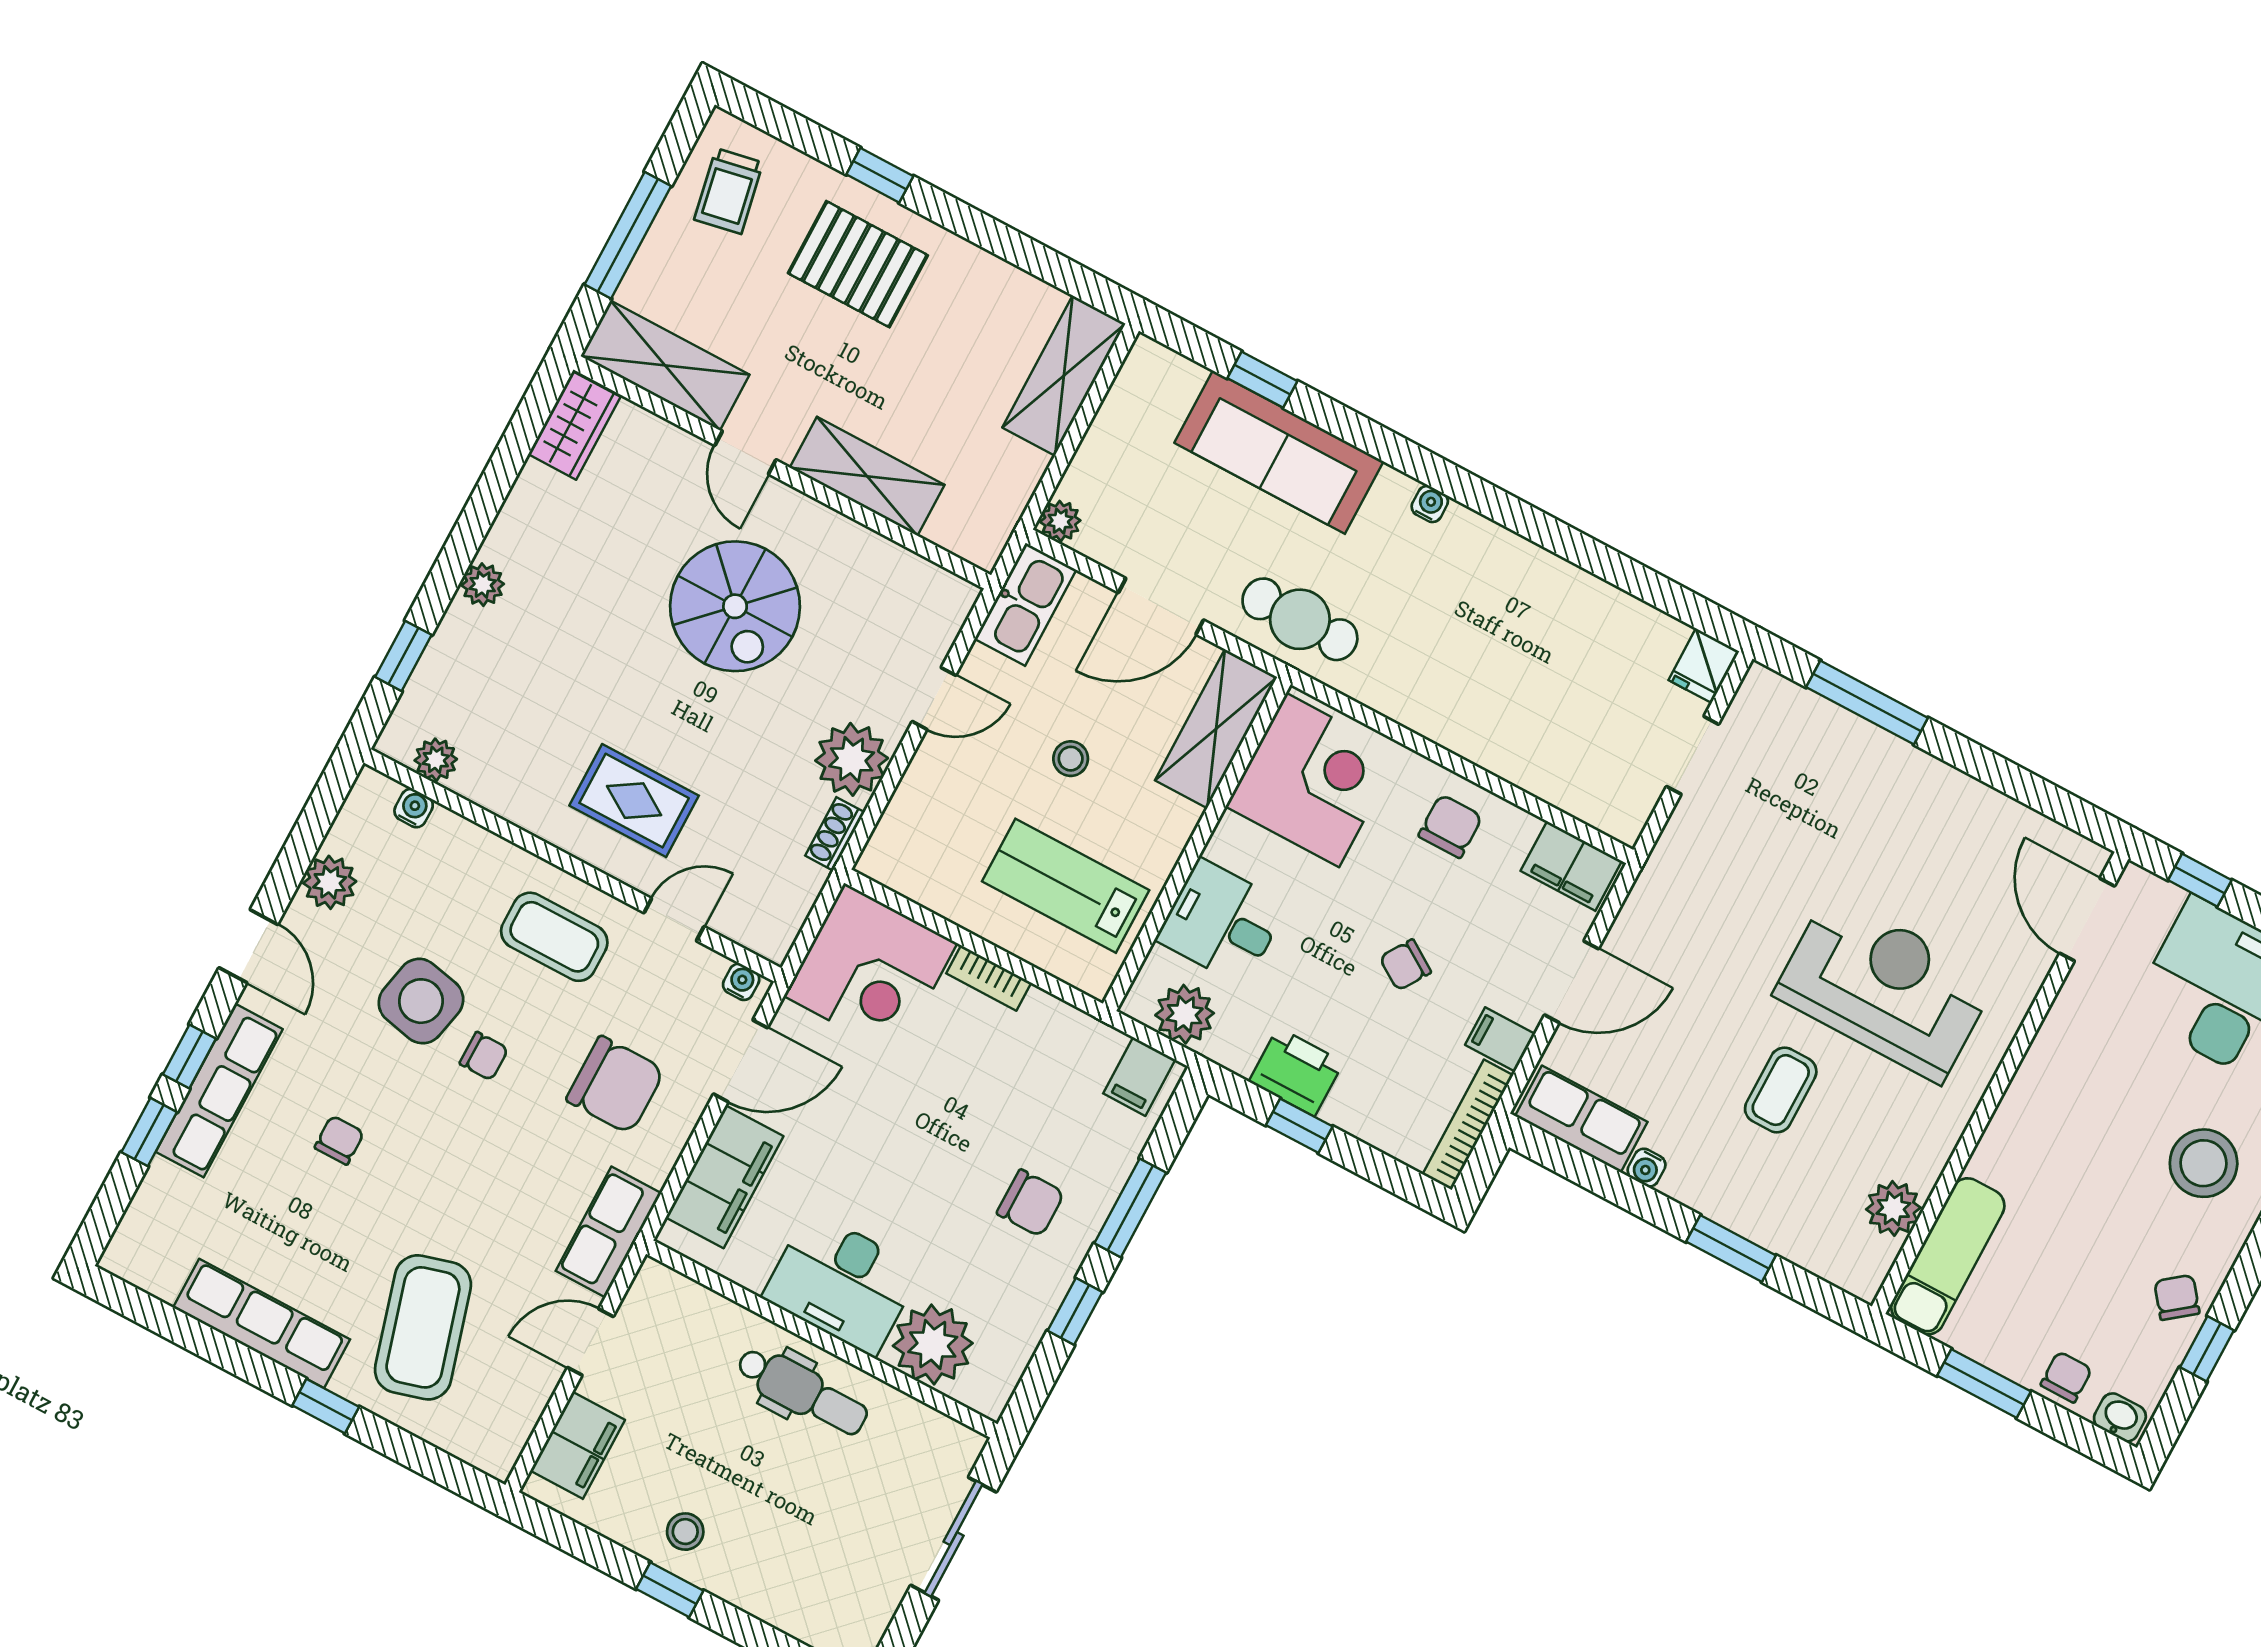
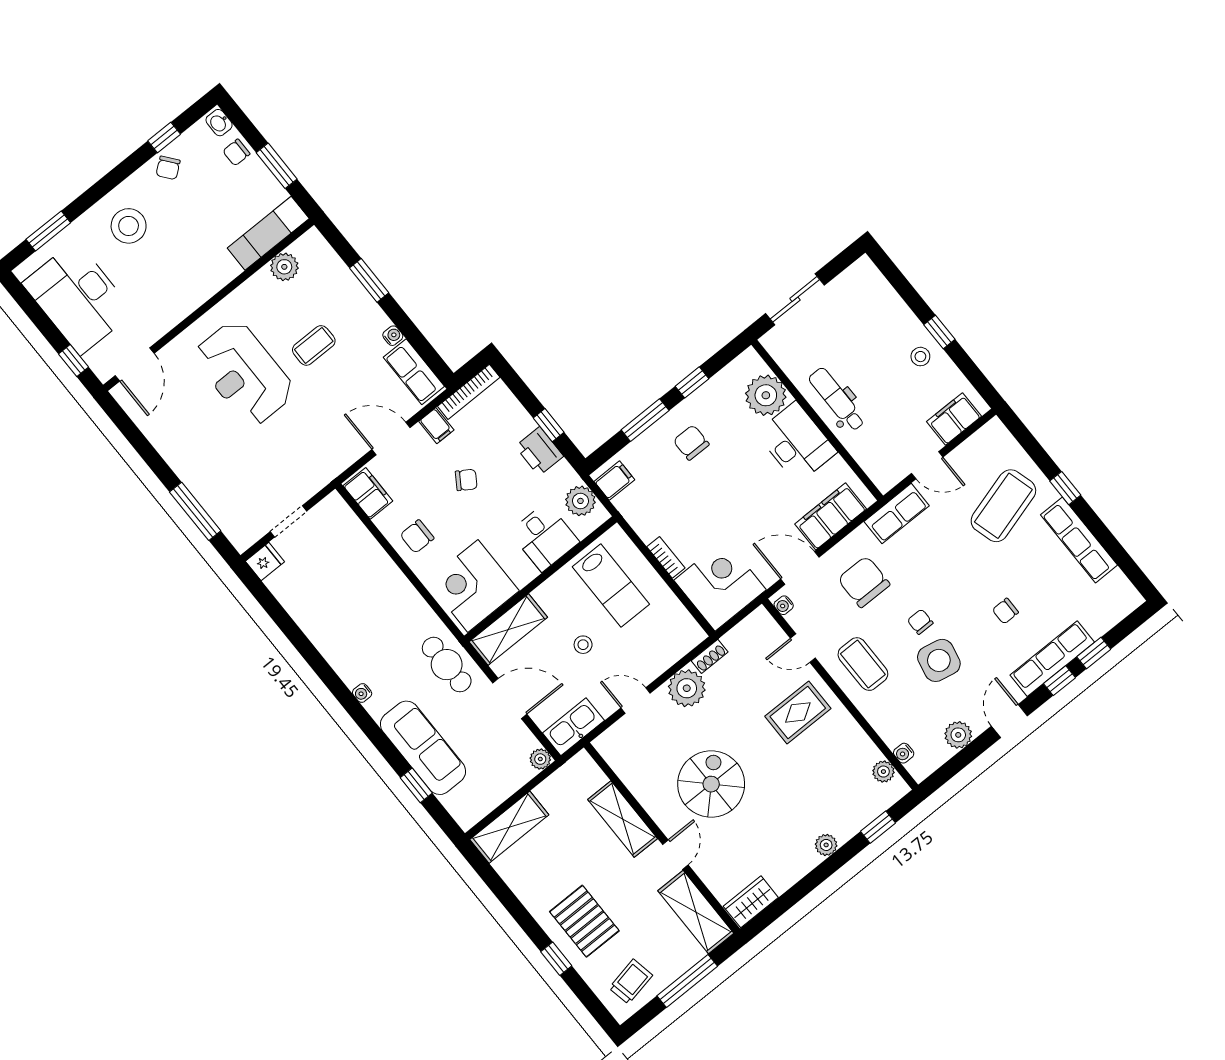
rug: (634, 801) -> (798, 712), turned 90

